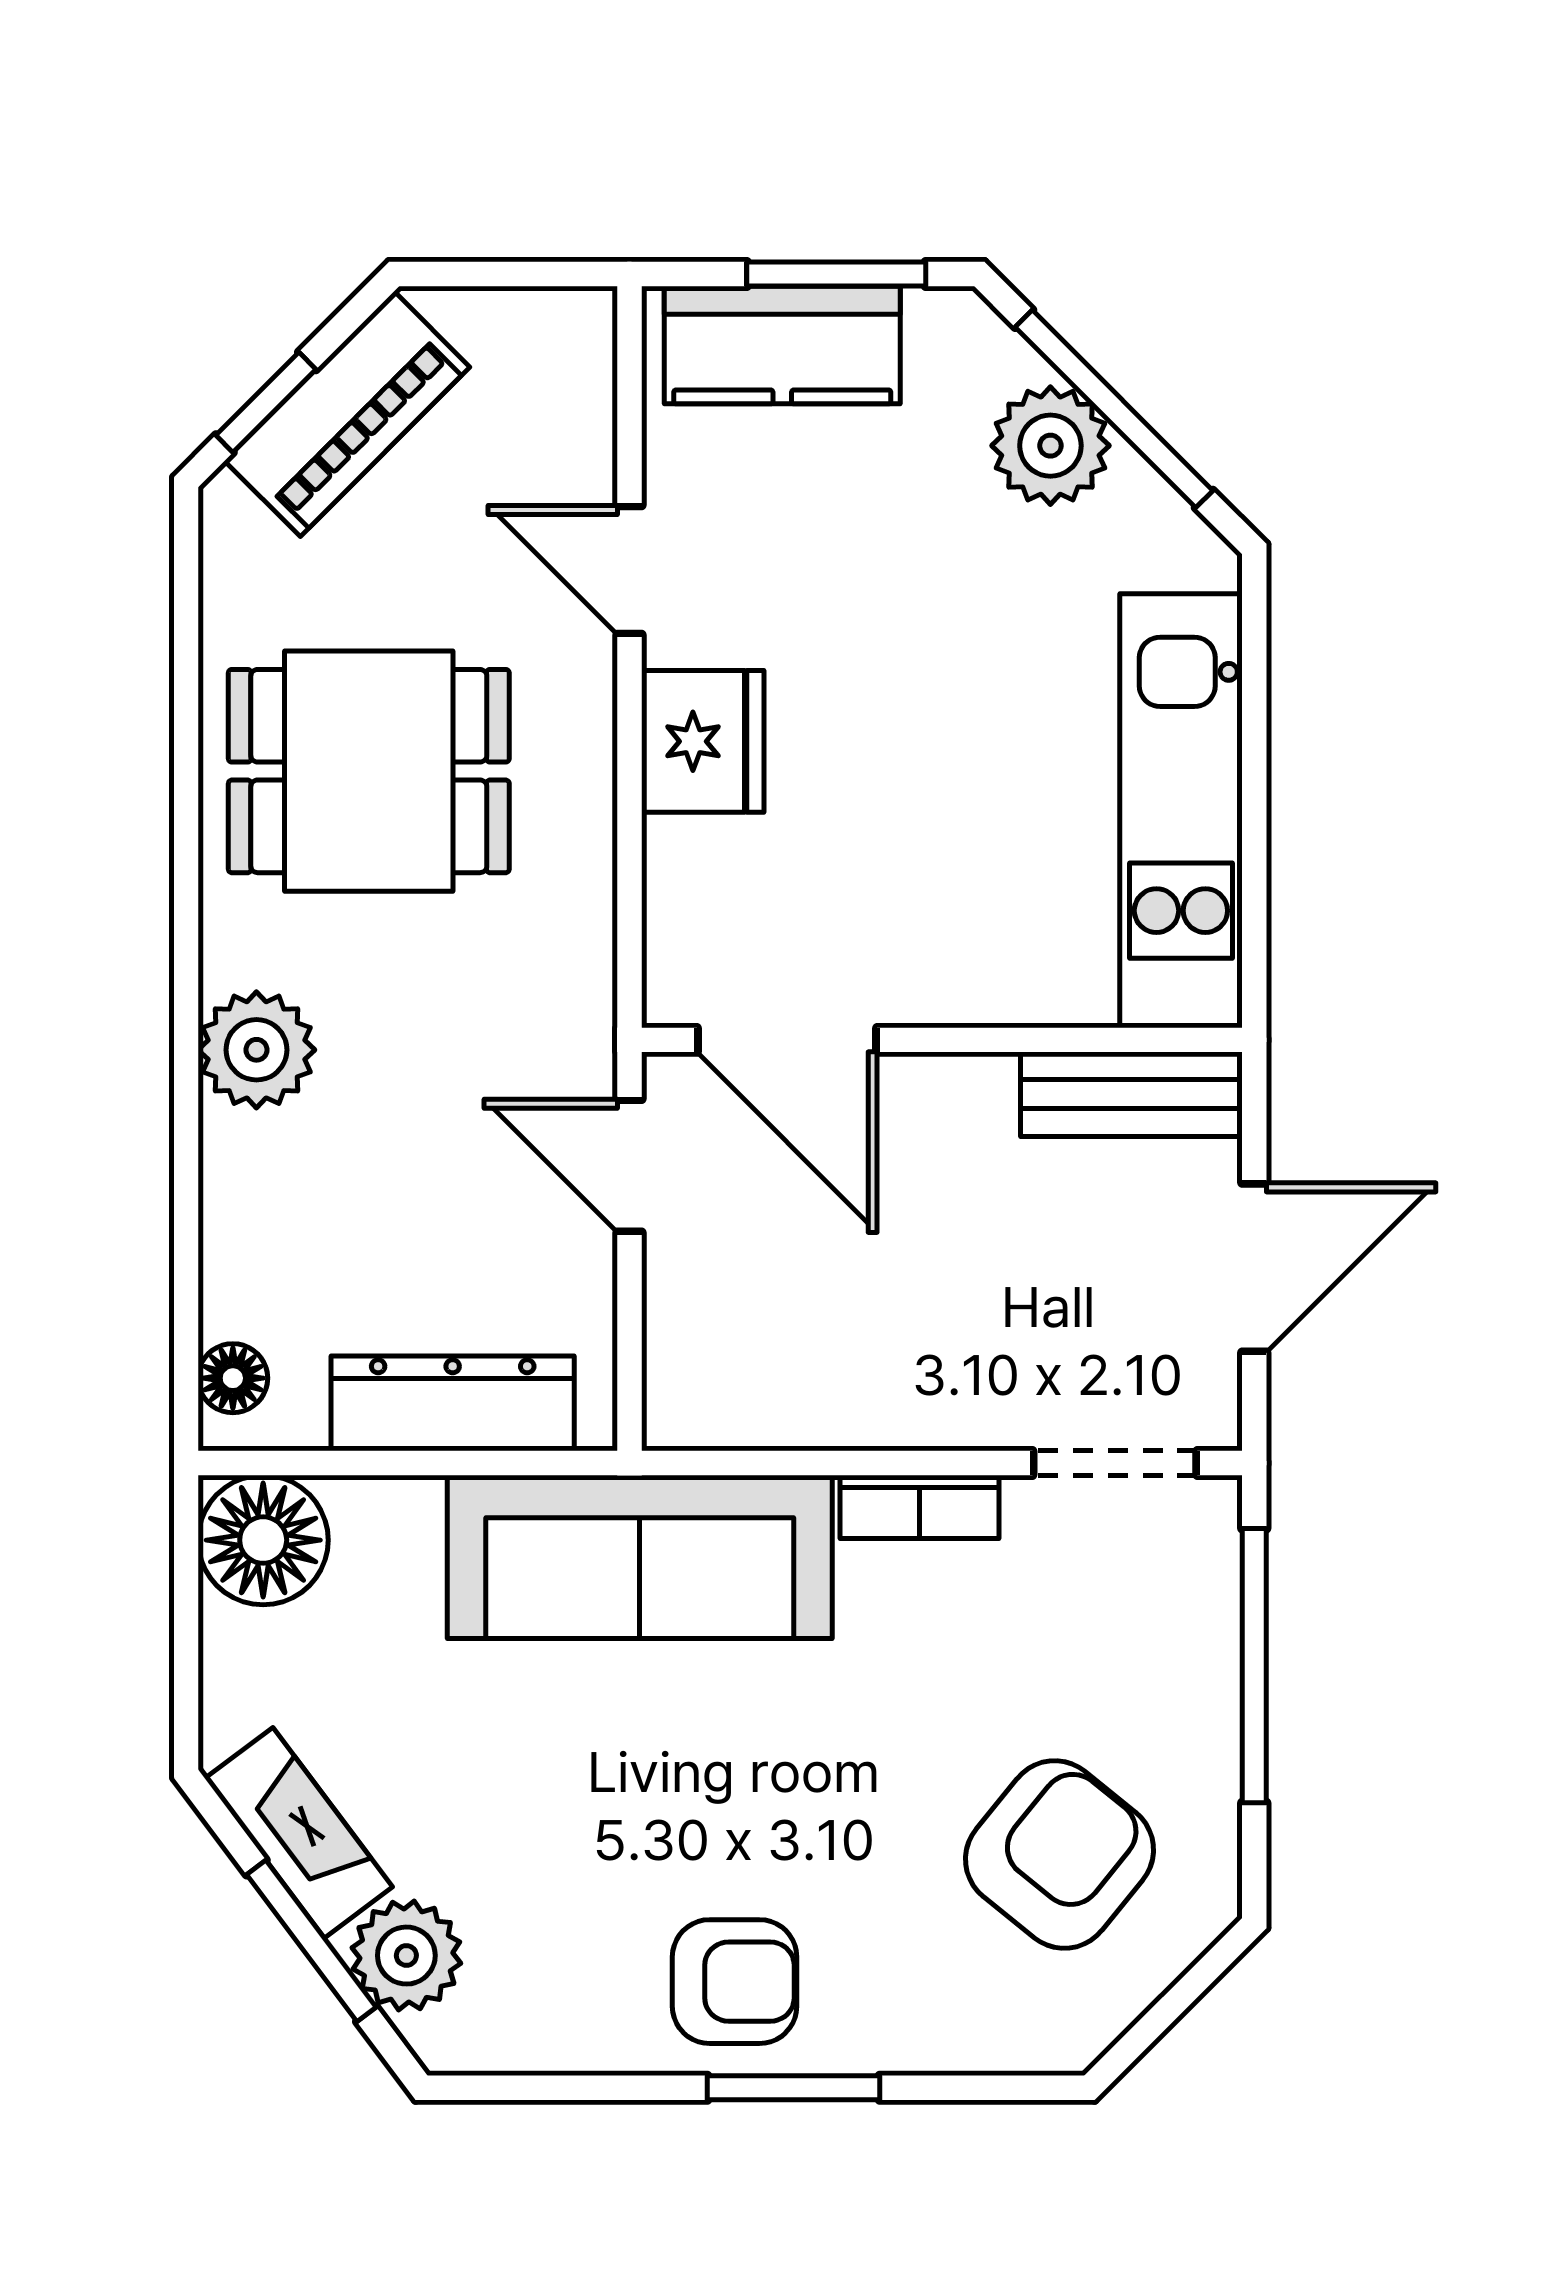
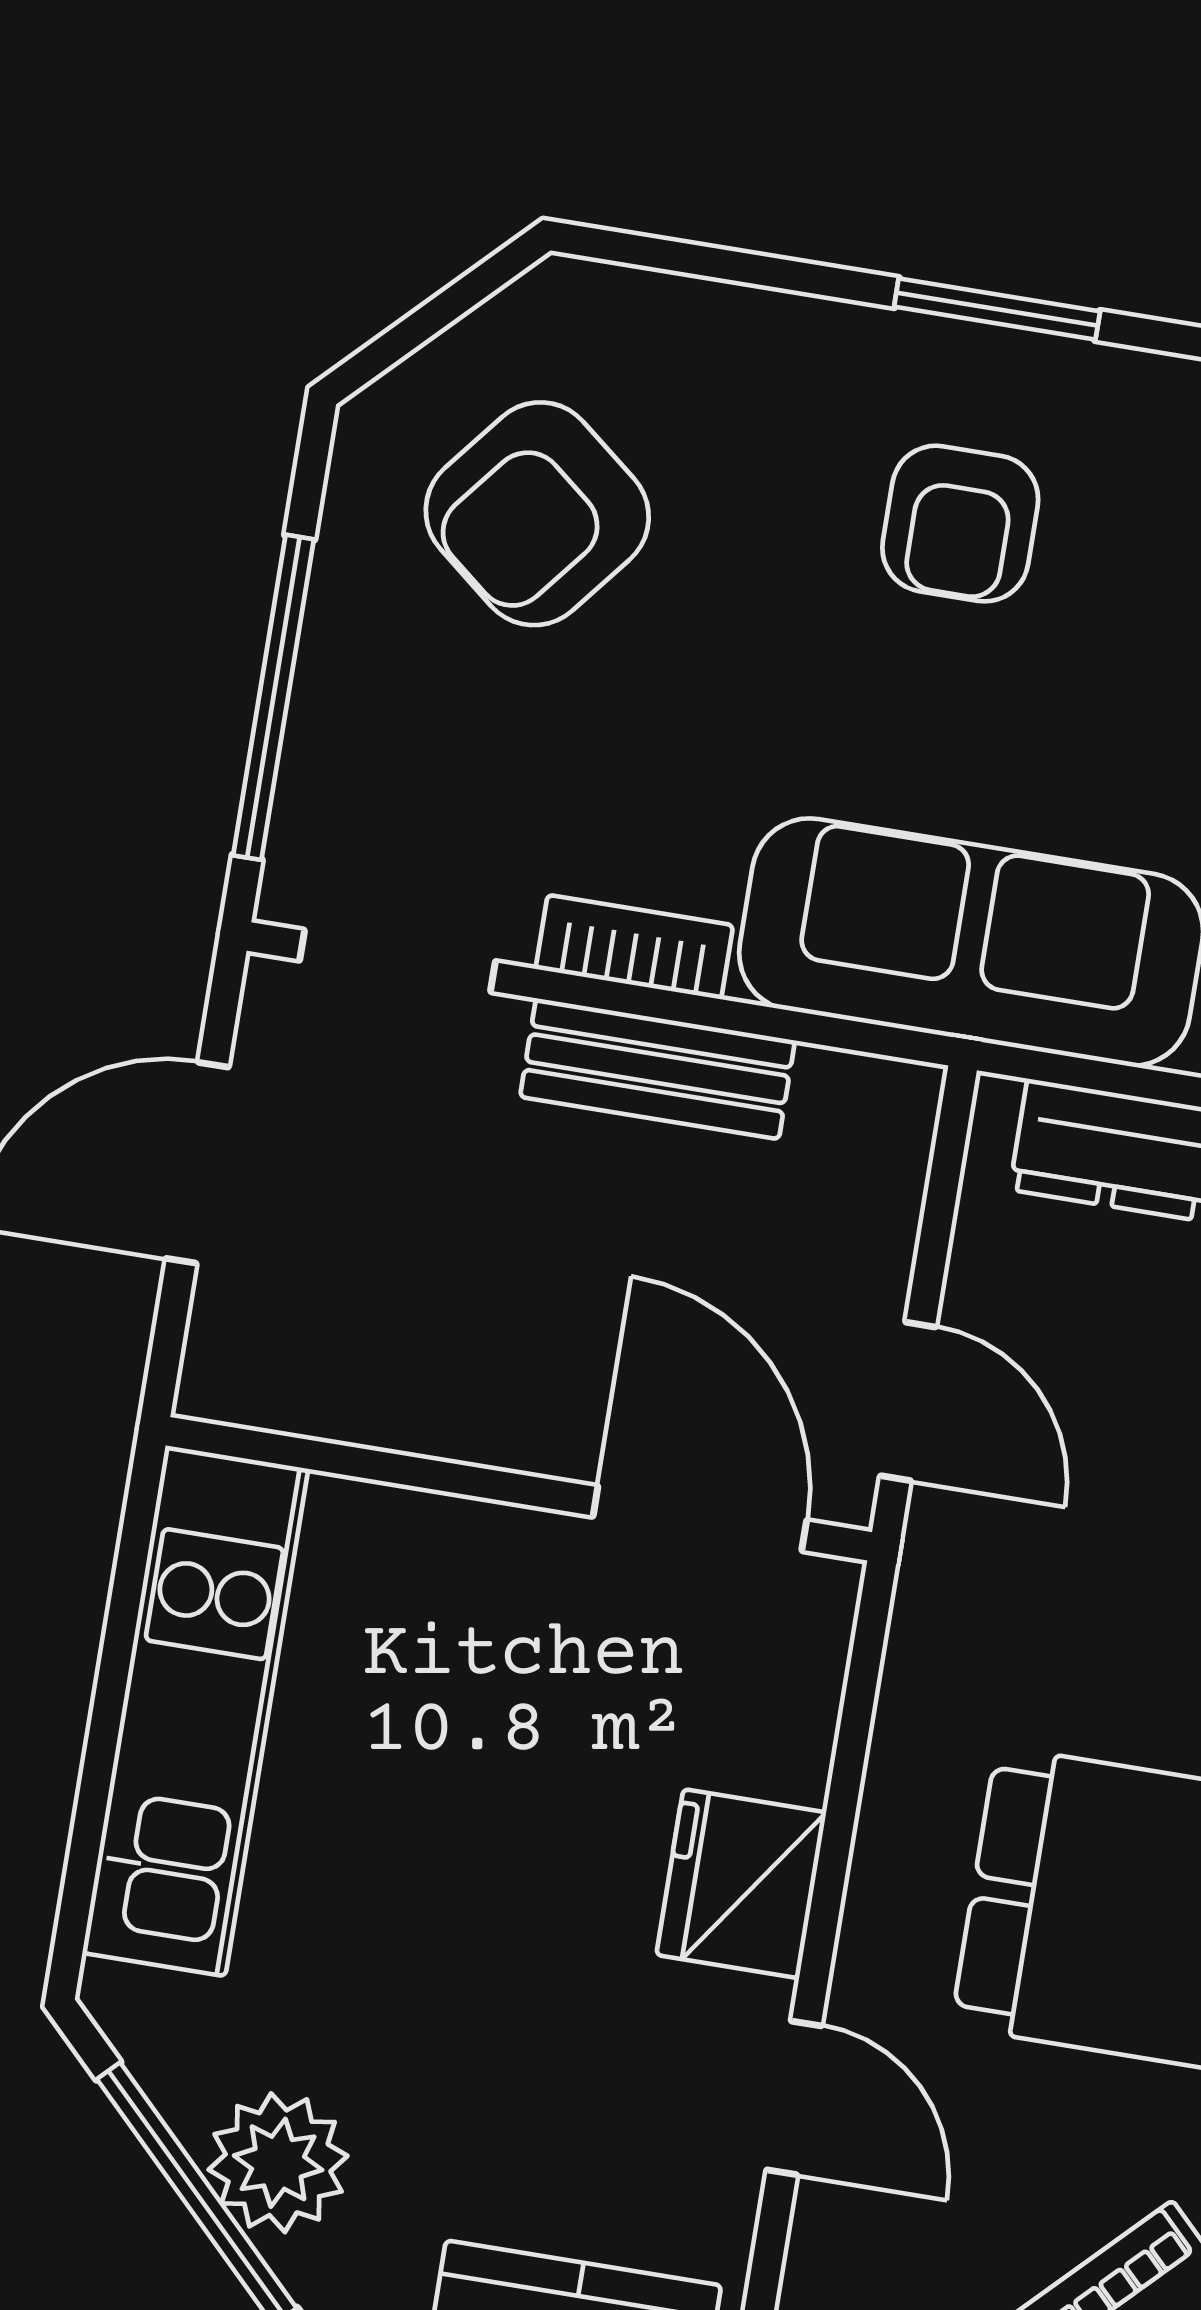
bench: (1131, 1094) -> (657, 1069), moved
armchair: (735, 1982) -> (960, 524), moved, turned -90
window: (794, 2088) -> (997, 309), moved

